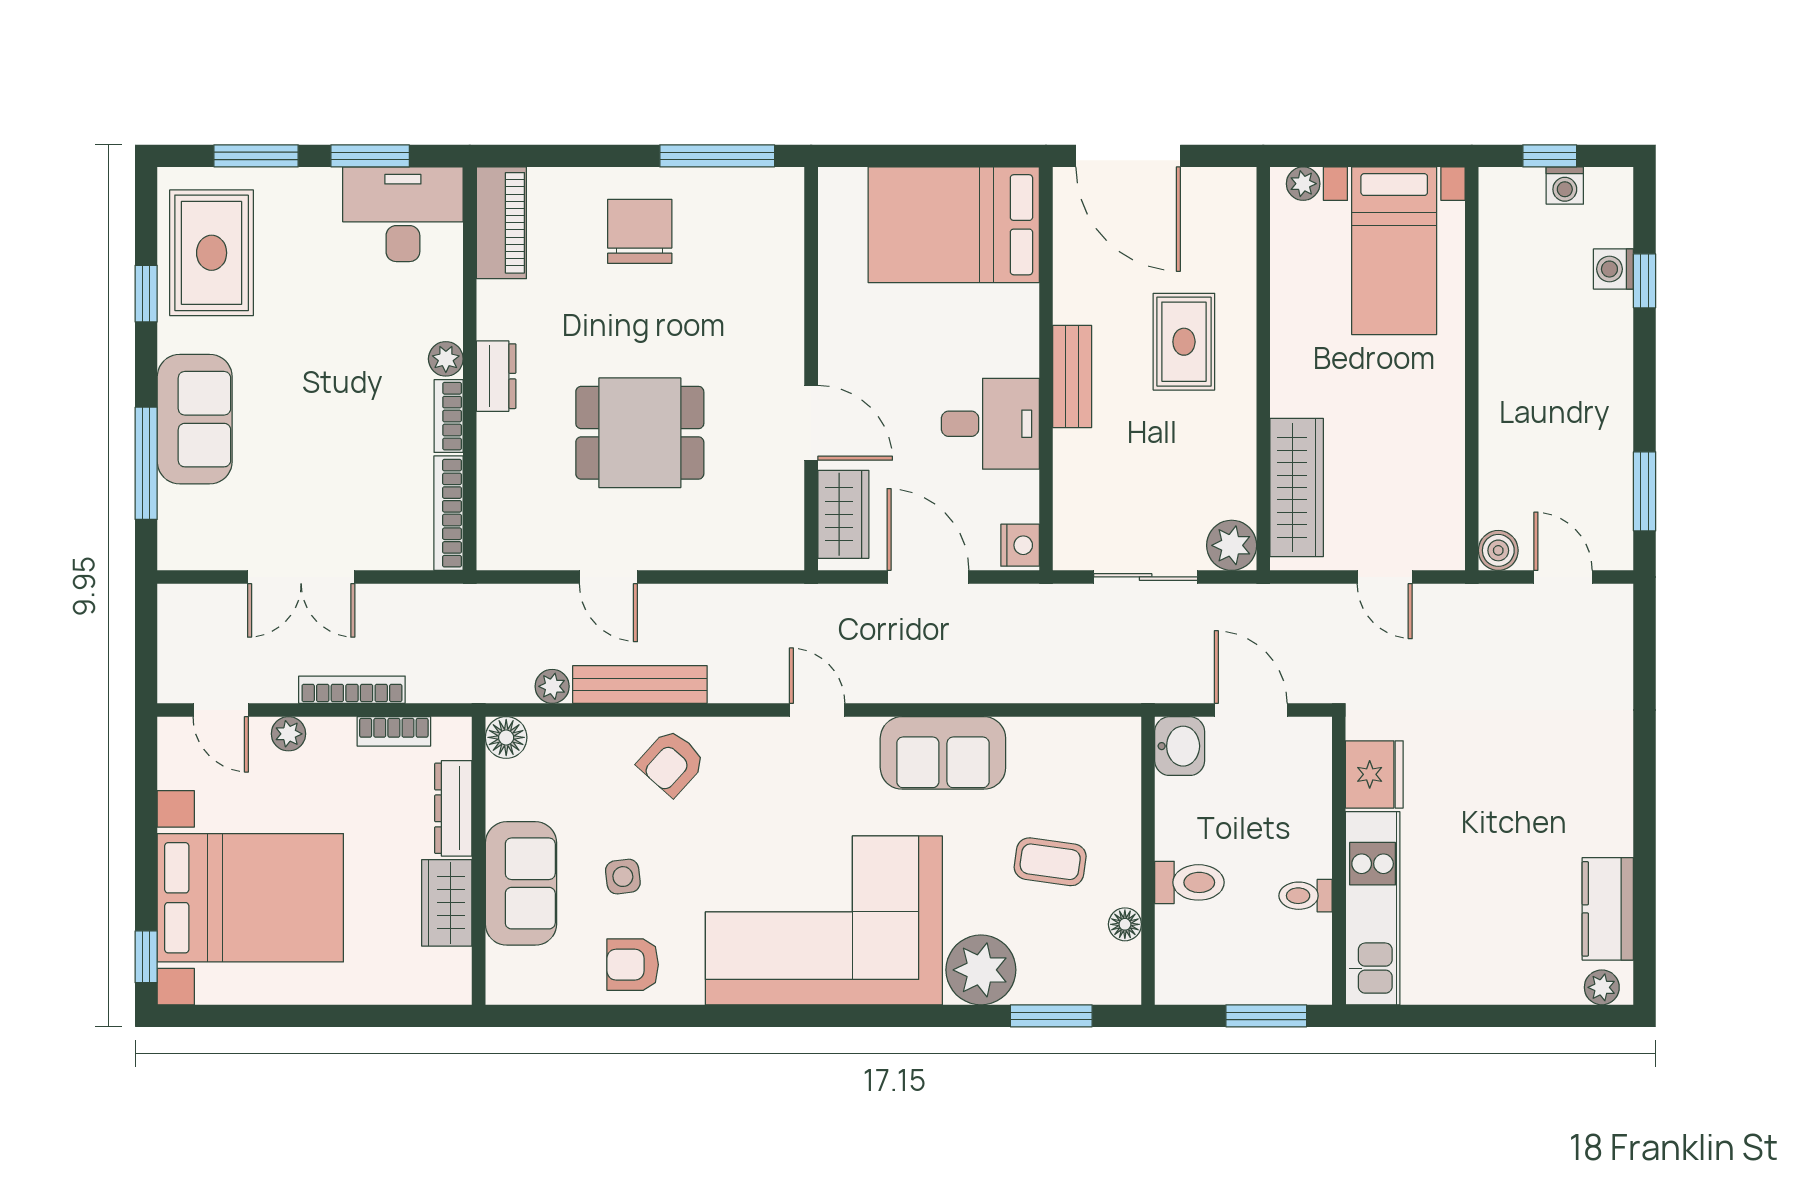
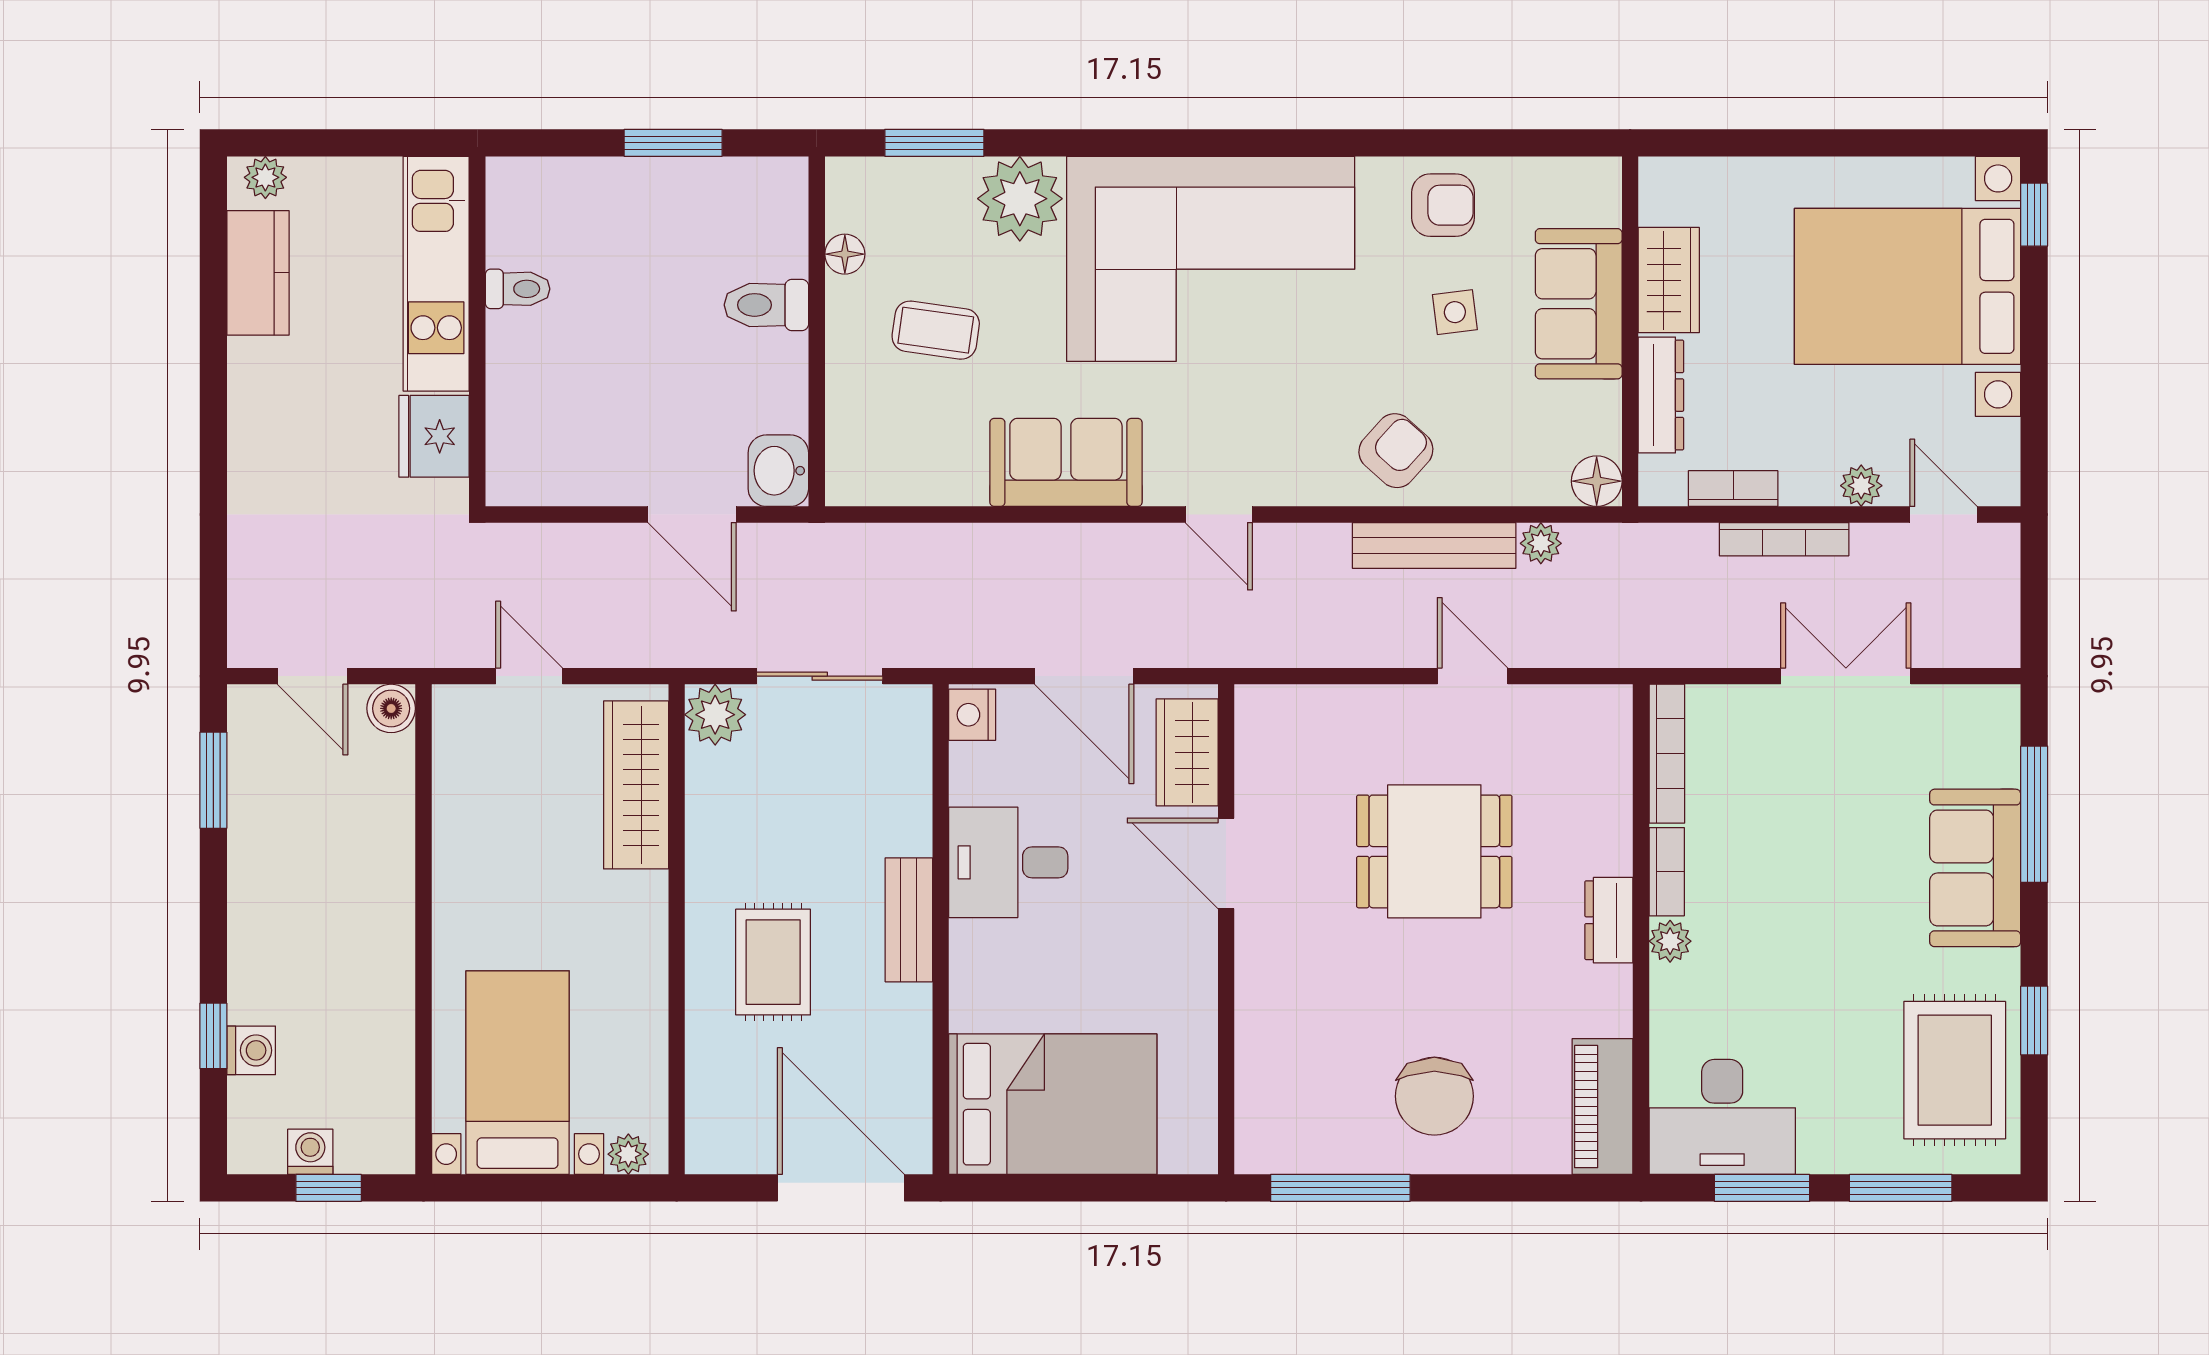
fridge: (1374, 774) -> (434, 436), moved
wall: (1339, 861) -> (477, 331), moved
toilet: (1306, 896) -> (518, 289), moved
kitchen unit: (1373, 908) -> (436, 274), moved

